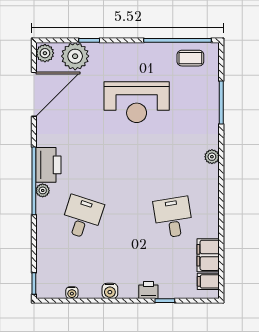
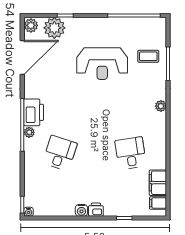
coffee table: (190, 58) -> (148, 56), moved
printer: (148, 290) -> (96, 210), moved
water cooler: (72, 293) -> (29, 212), moved

